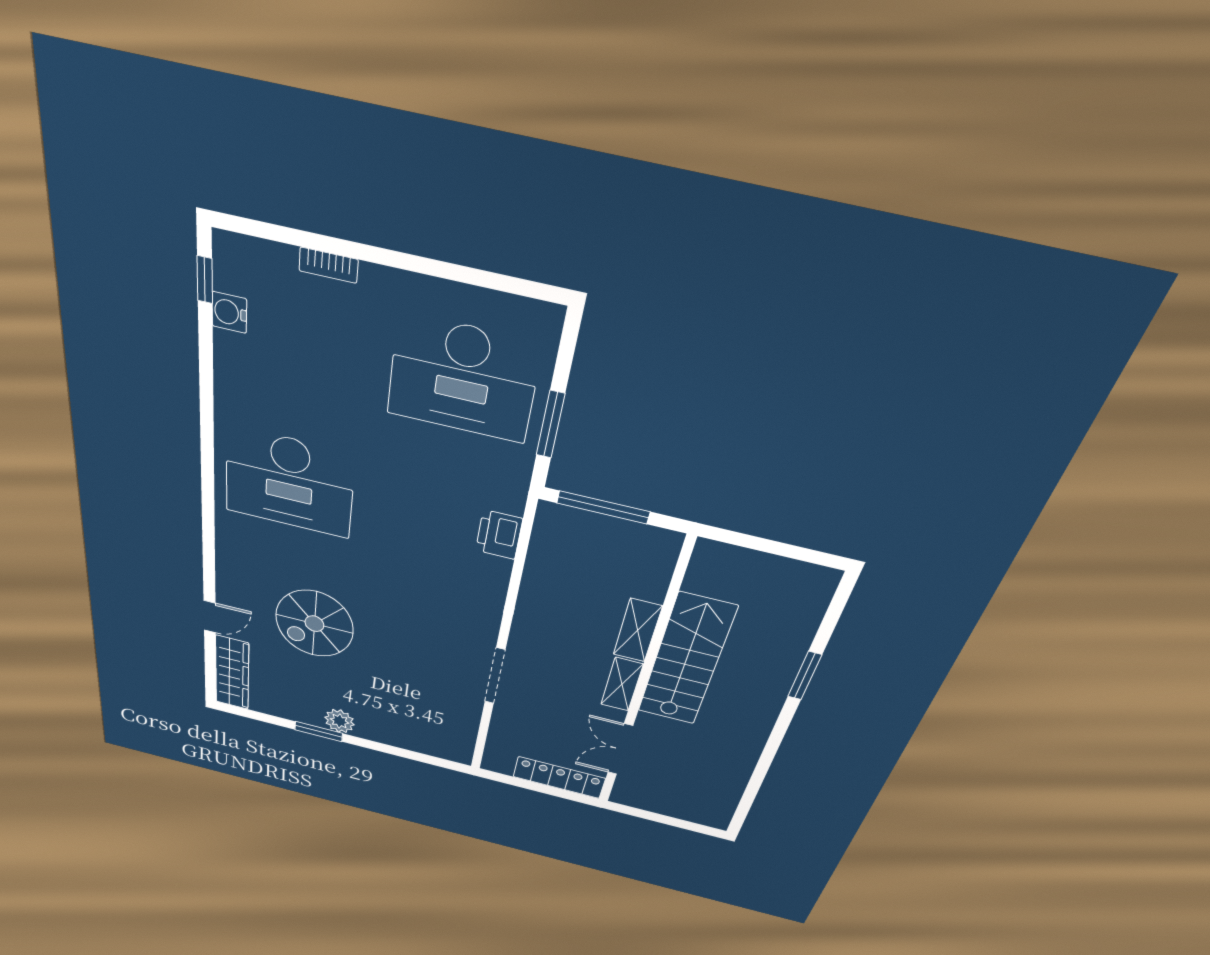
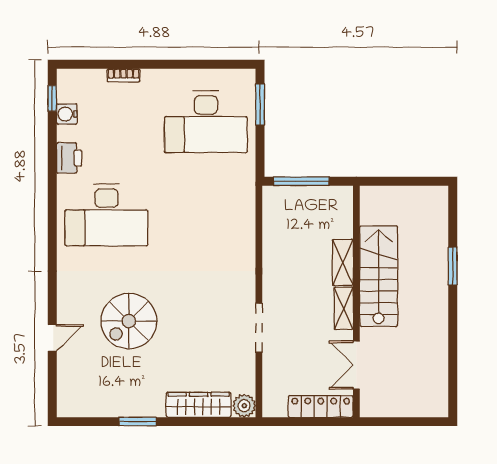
window: (550, 425) -> (260, 105), moved
printer: (499, 535) -> (69, 158), moved, turned 180
wardrobe: (232, 673) -> (199, 405), moved, turned -90
plant: (340, 721) -> (244, 406), moved

